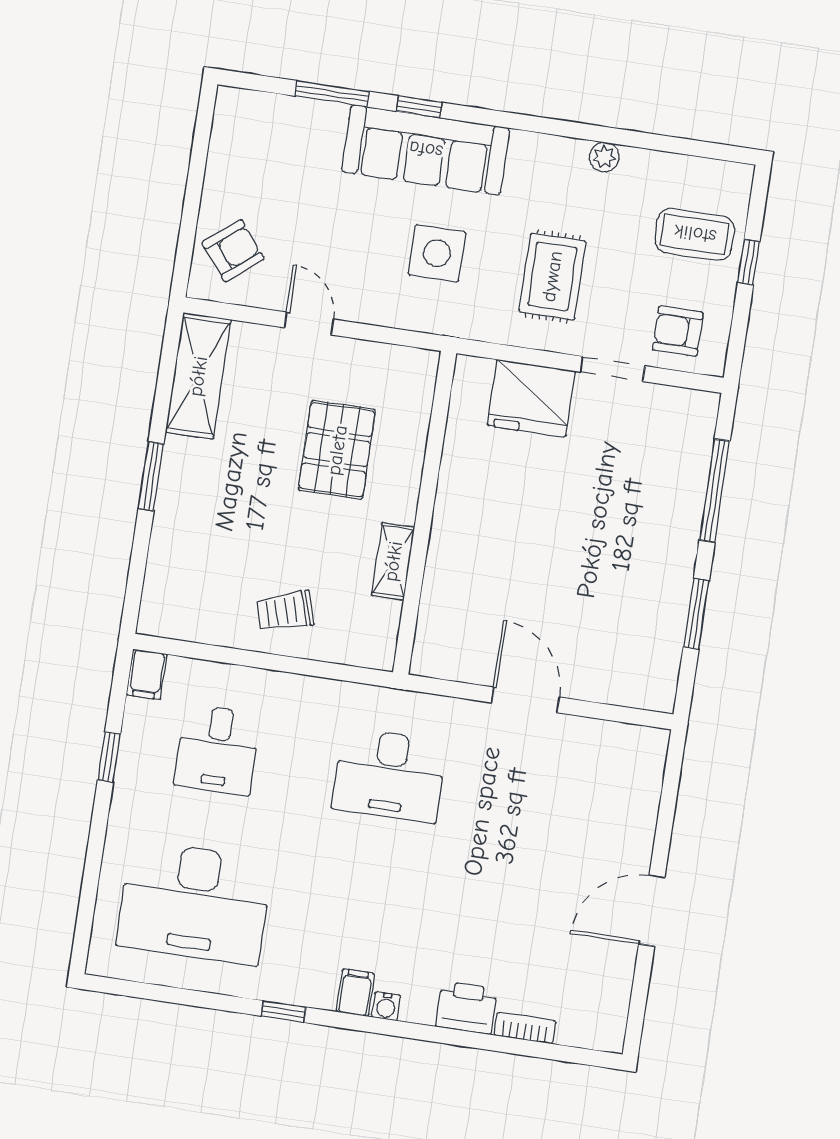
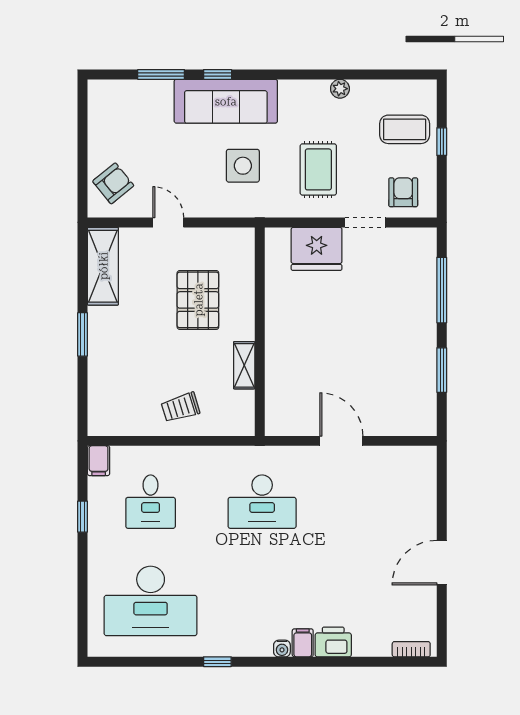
armchair: (678, 331) -> (403, 192), turned 90
filing cabinet: (355, 993) -> (303, 643), moved
bookcase: (525, 1028) -> (411, 649), moved

